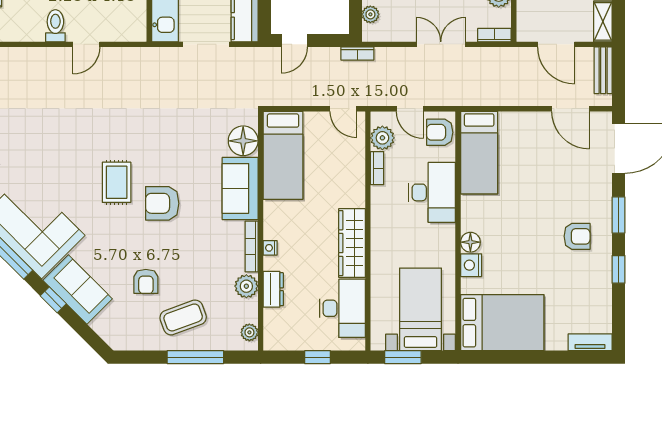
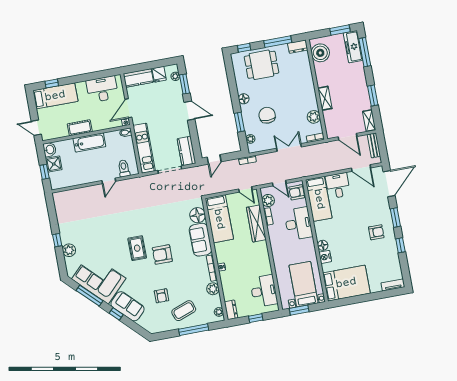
toilet: (55, 26) -> (124, 168), moved
desk: (520, 134) -> (338, 186), added
wardrobe: (352, 243) -> (256, 224), moved
dresser: (273, 289) -> (231, 310), moved

